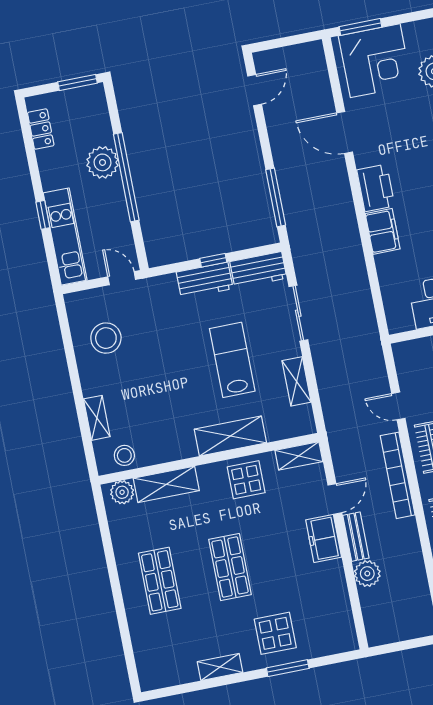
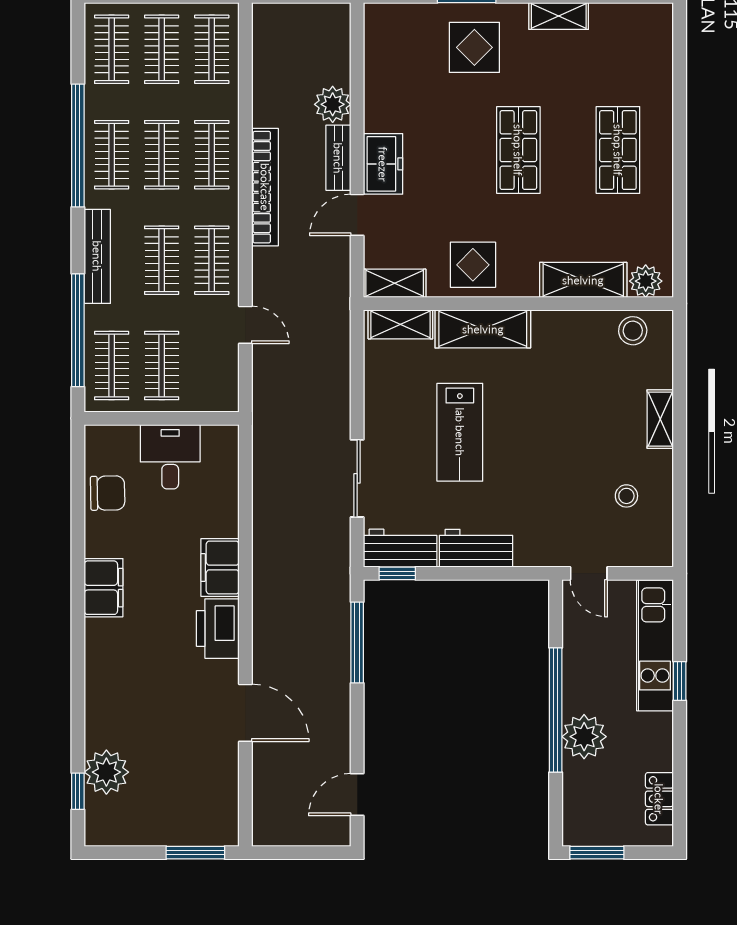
corner desk: (375, 61) -> (184, 802), removed
window: (213, 260) -> (397, 573), moved
stool: (106, 338) -> (626, 496), width x0.53, depth x0.53
shelving: (297, 381) -> (400, 324), moved, turned 90
shelving: (97, 418) -> (660, 419), moved
bookcase: (398, 475) -> (265, 187), moved

